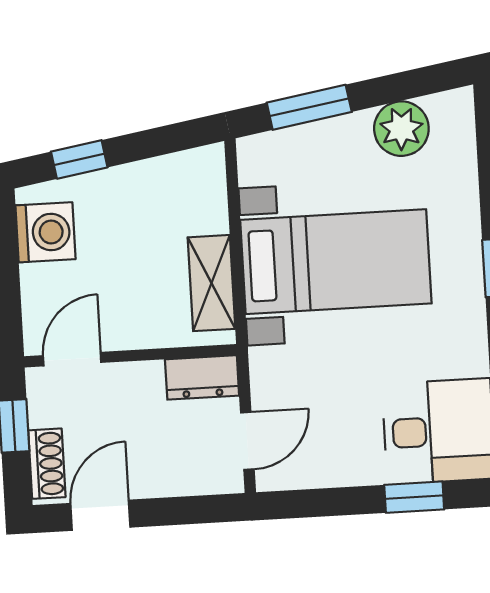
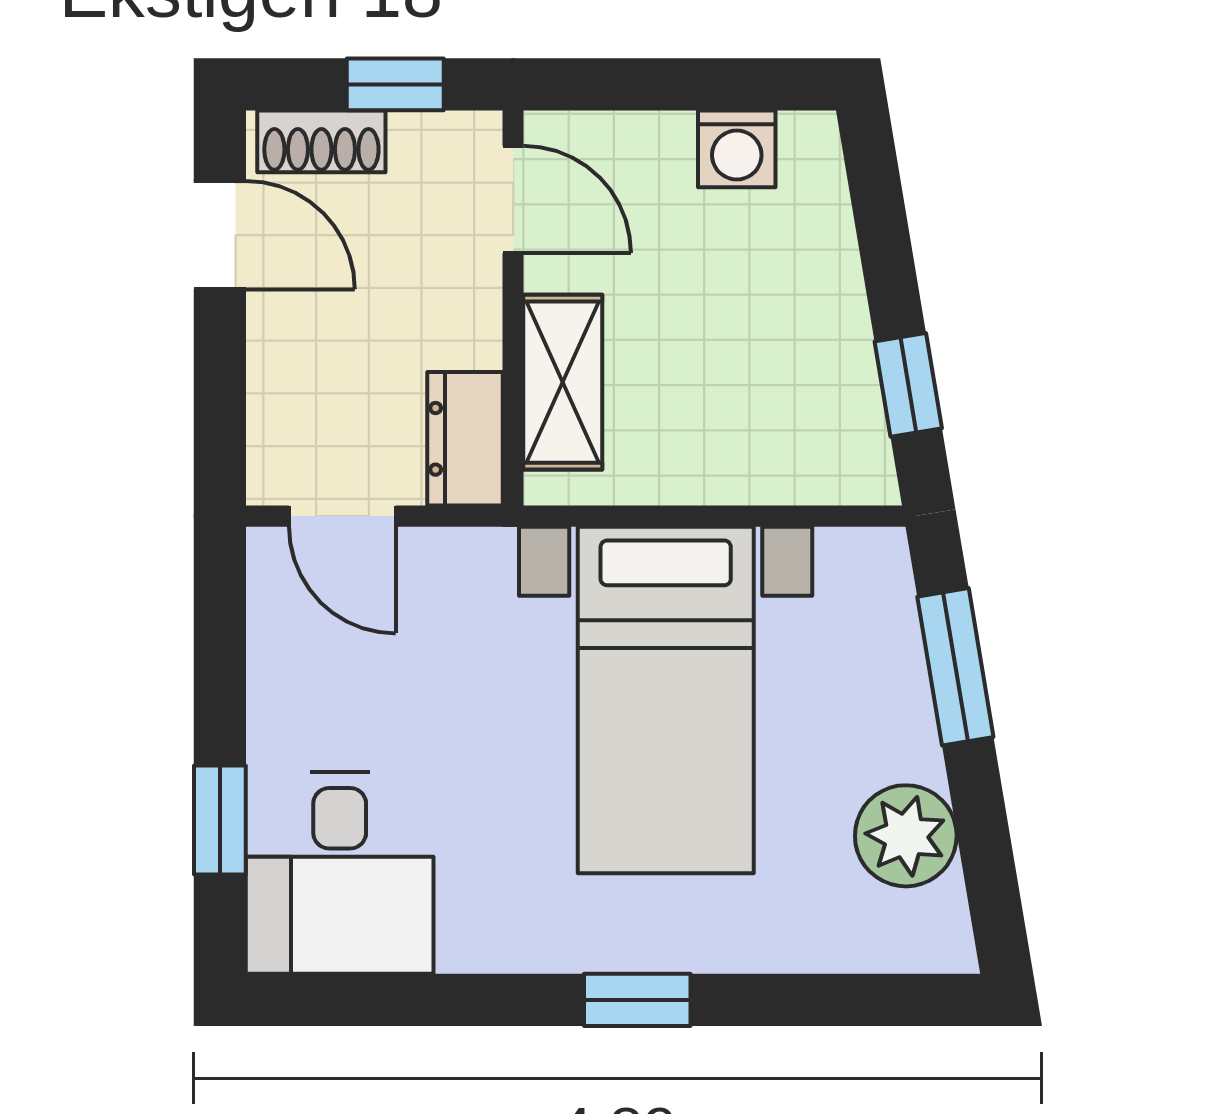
window: (79, 159) -> (908, 385), moved
washing machine: (45, 232) -> (737, 149), width x0.73, depth x0.73
shelving: (211, 283) -> (563, 382), moved, turned 90

